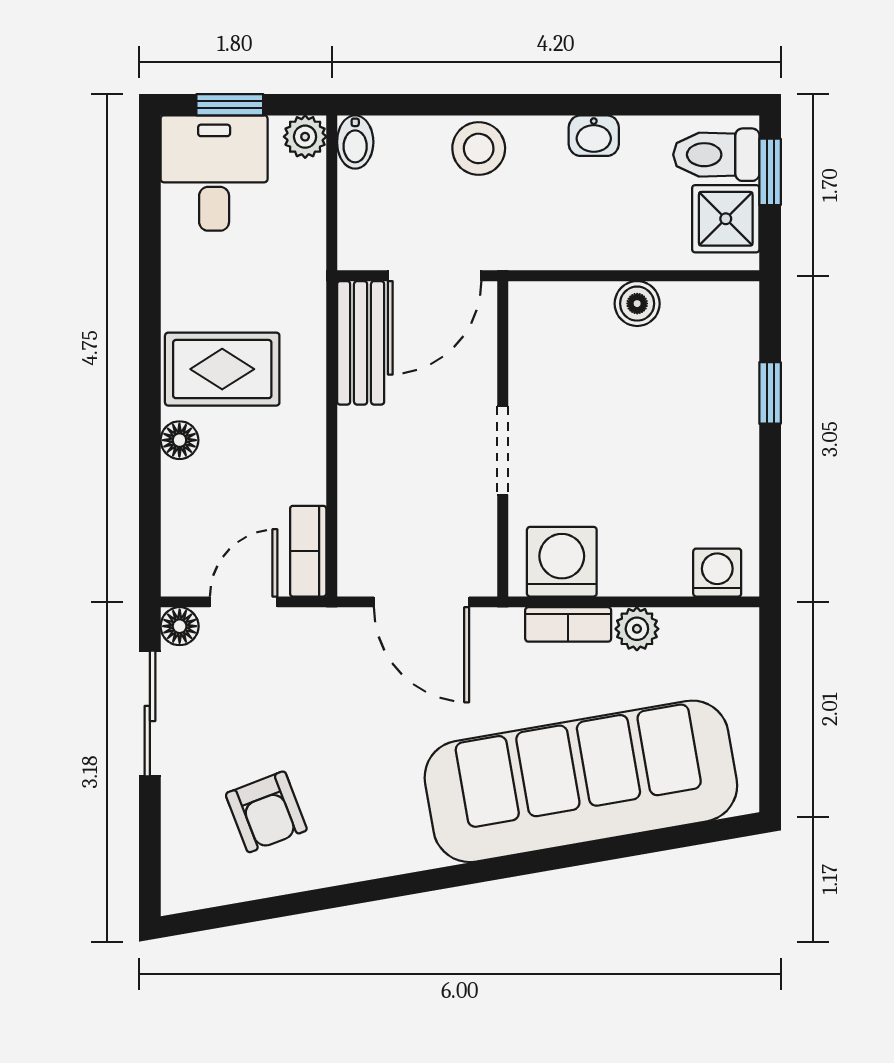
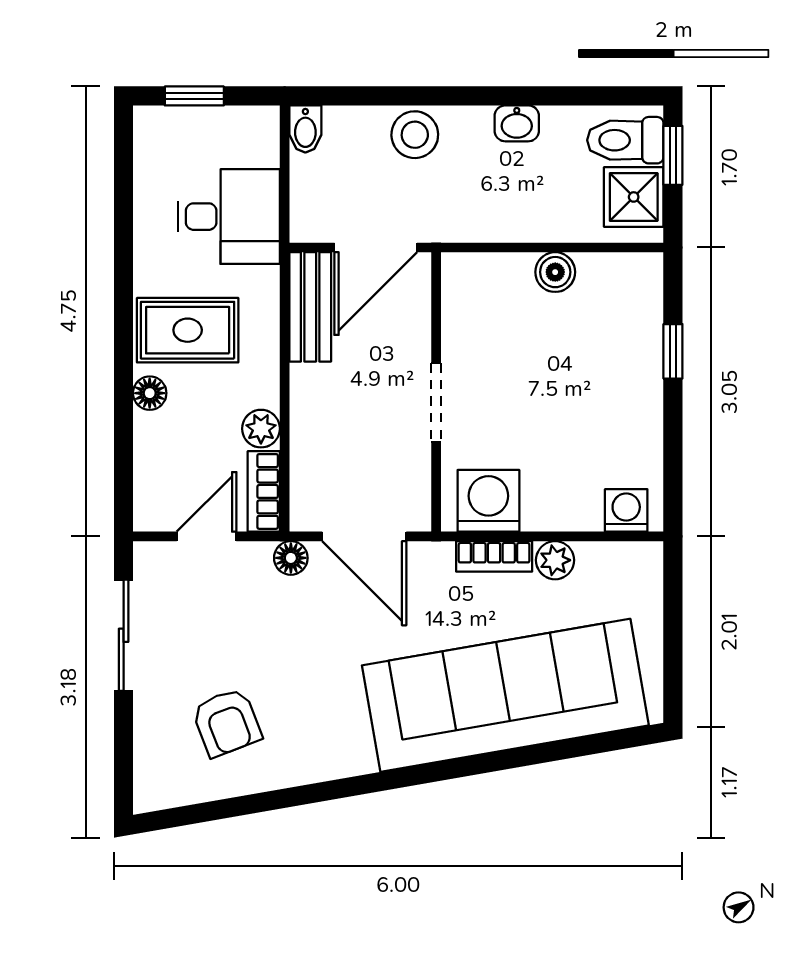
plant: (305, 137) -> (261, 429), moved
desk: (214, 173) -> (229, 217), moved, turned 90
floor lamp: (180, 626) -> (291, 558), moved

